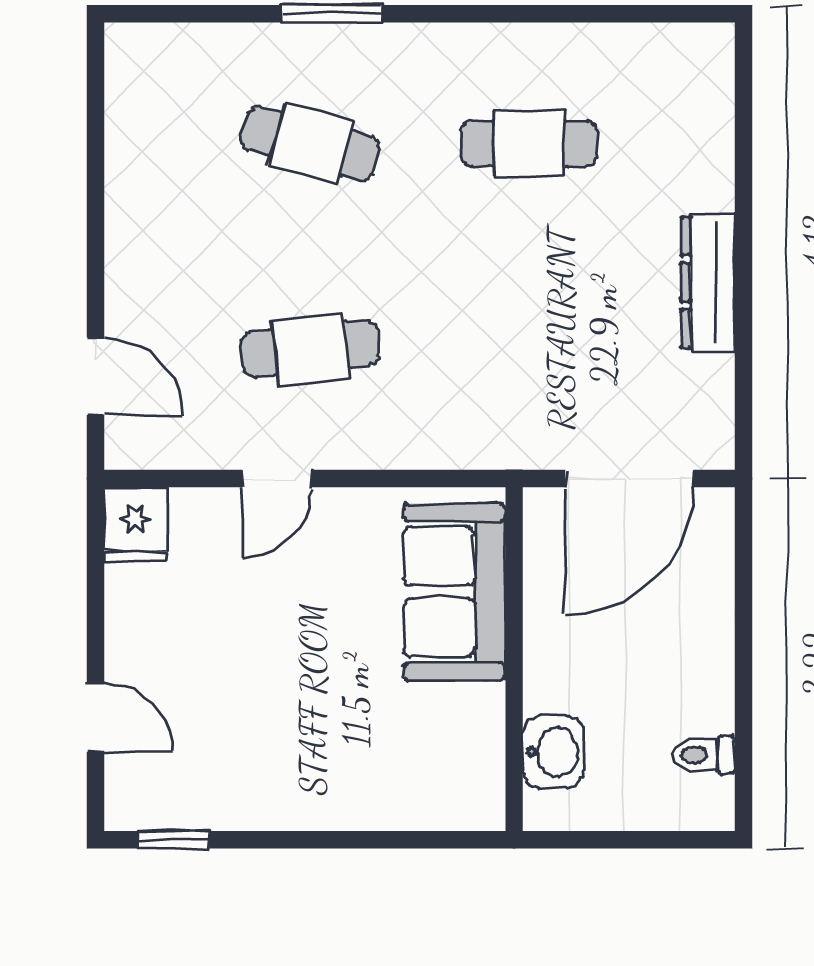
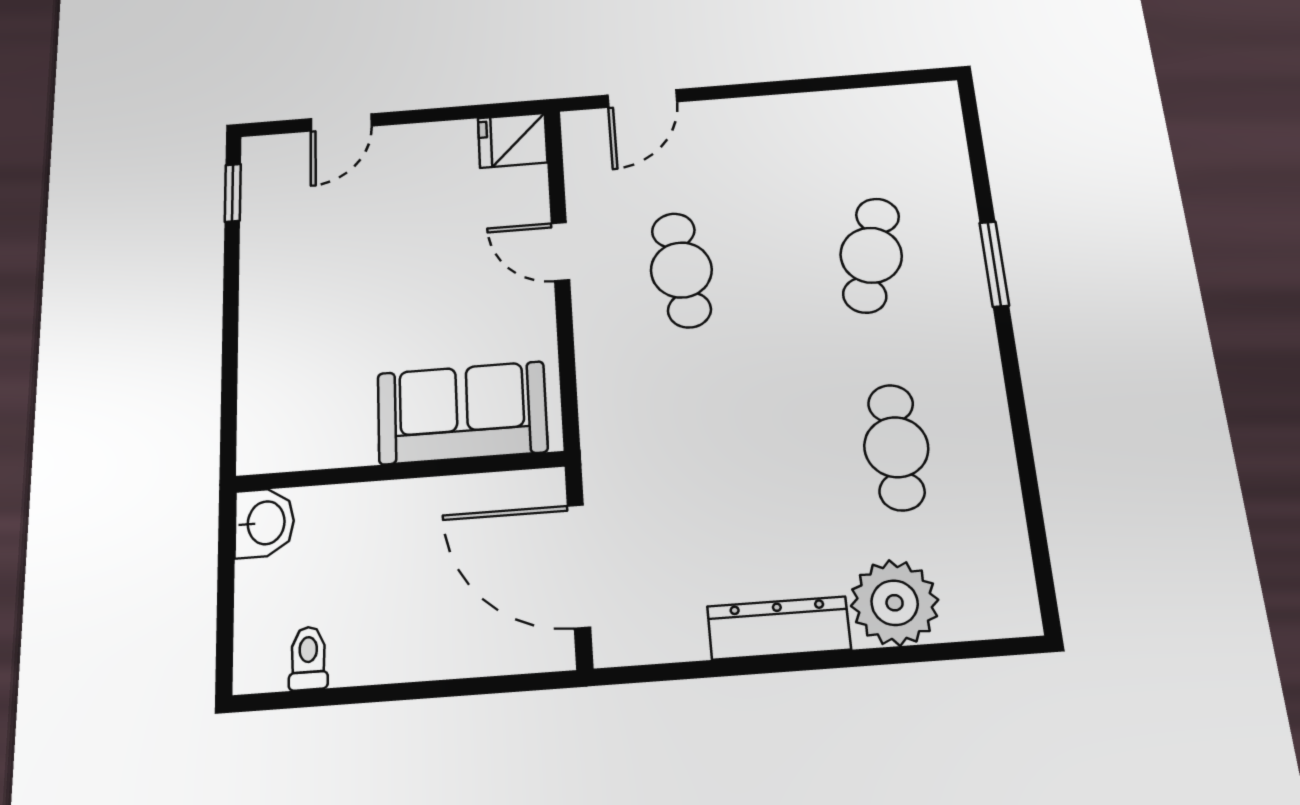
plant: (691, 165) -> (895, 603), added
washbasin: (553, 752) -> (264, 523), moved, turned -90

